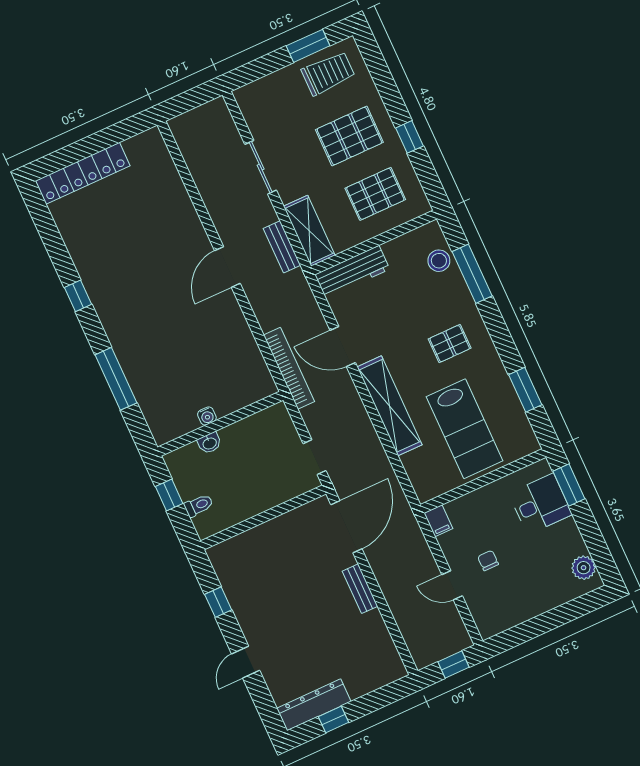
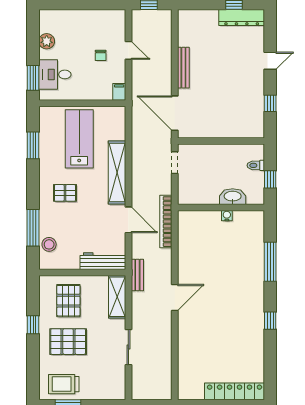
pallet: (375, 194) -> (68, 301), turned 90
bench: (282, 247) -> (137, 275), moved
washbasin: (209, 443) -> (233, 197), width x1.91, depth x1.45
door: (346, 527) -> (175, 113), hinge flipped
plant: (584, 568) -> (47, 41), moved
bench: (360, 589) -> (183, 68), width x1.36

